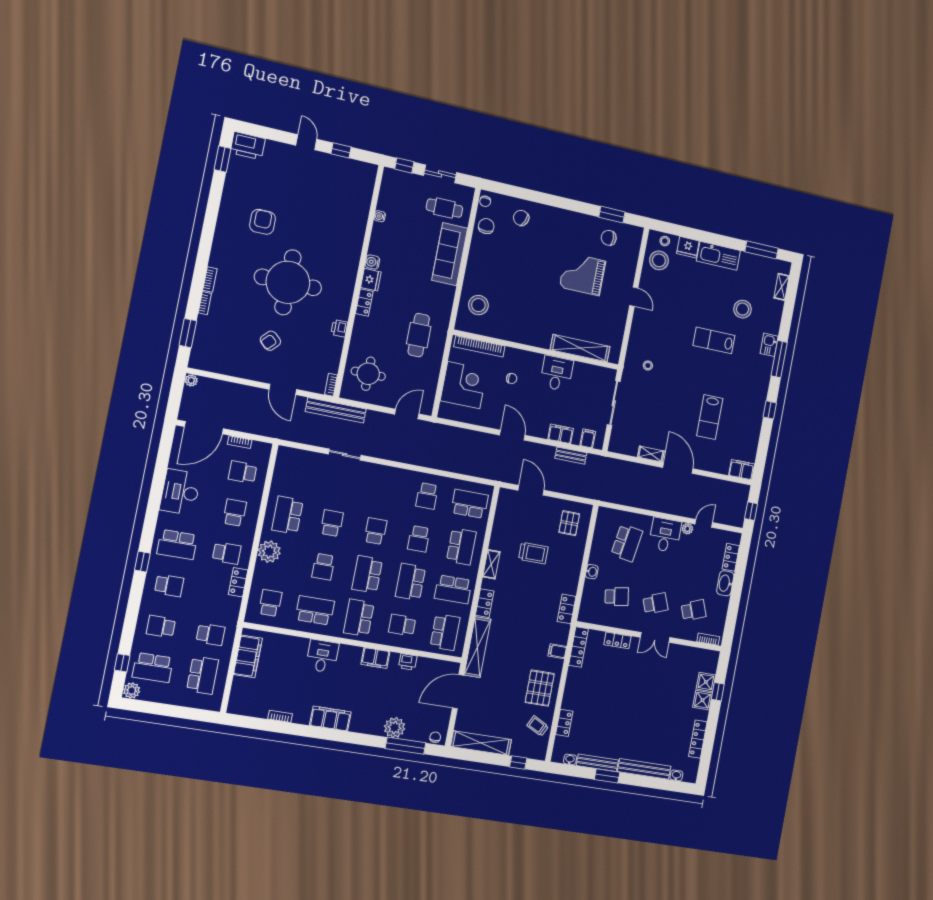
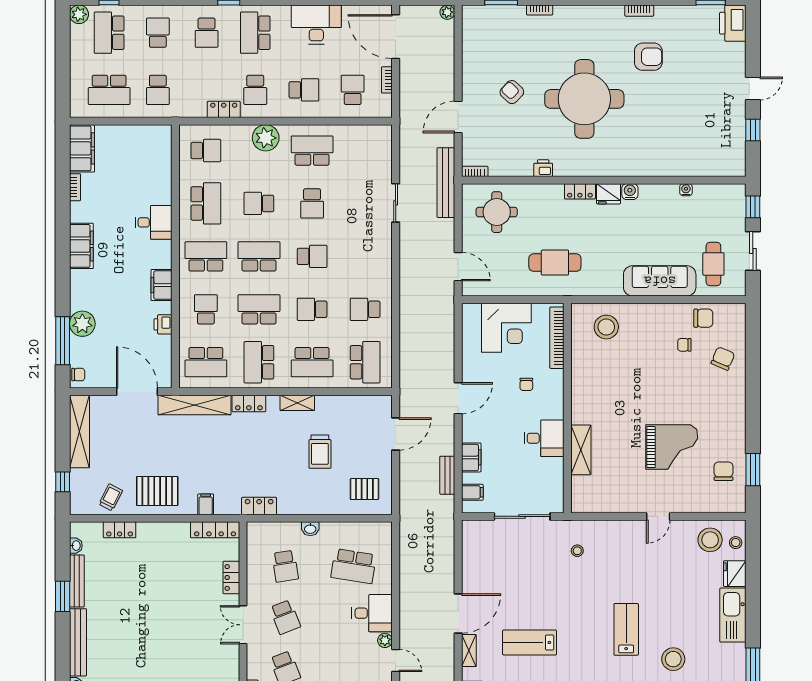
chair: (485, 201) -> (684, 345), moved
grand piano: (583, 274) -> (672, 447), turned 90
bookcase: (210, 280) -> (639, 11), moved
shelving: (580, 348) -> (581, 450), width x0.68
shelving: (651, 454) -> (469, 651), moved
school desk: (332, 523) -> (312, 203), turned 90
filing cabinet: (248, 656) -> (82, 148), moved, turned -90

